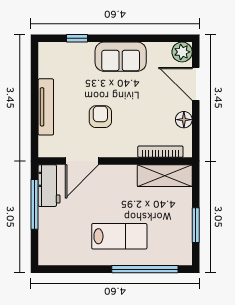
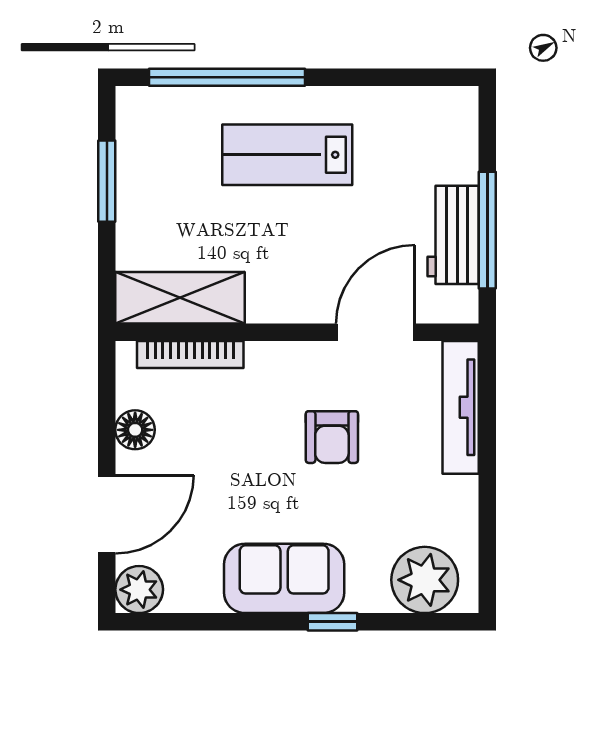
window: (77, 38) -> (332, 622), moved
plant: (61, 56) -> (425, 580), added
door: (196, 84) -> (107, 514), hinge flipped
tv unit: (46, 107) -> (461, 407), moved
workbench: (49, 186) -> (453, 235), moved

